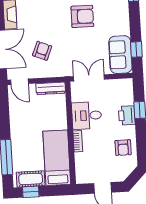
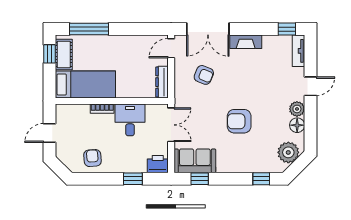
armchair: (82, 16) -> (239, 121), turned 90
printer: (127, 115) -> (158, 164), moved
armchair: (123, 148) -> (92, 158), turned 85

